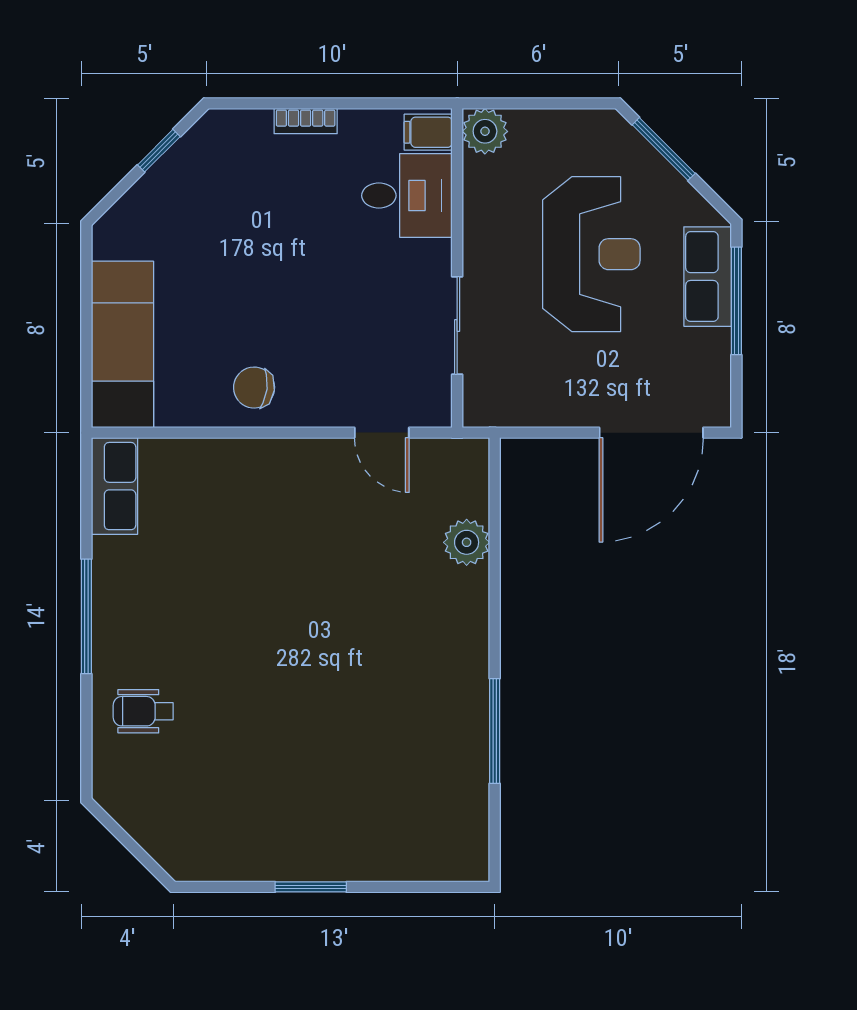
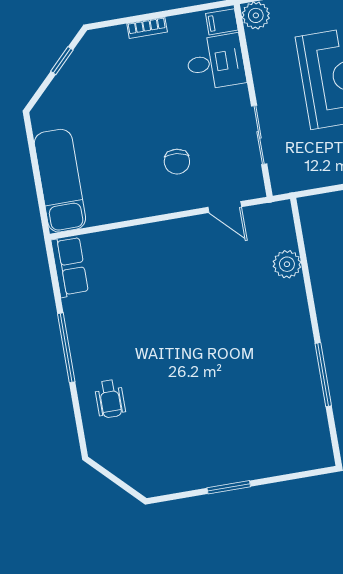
chair: (254, 388) -> (177, 162), moved, turned -91
wheelchair: (143, 711) -> (110, 399), turned -90

